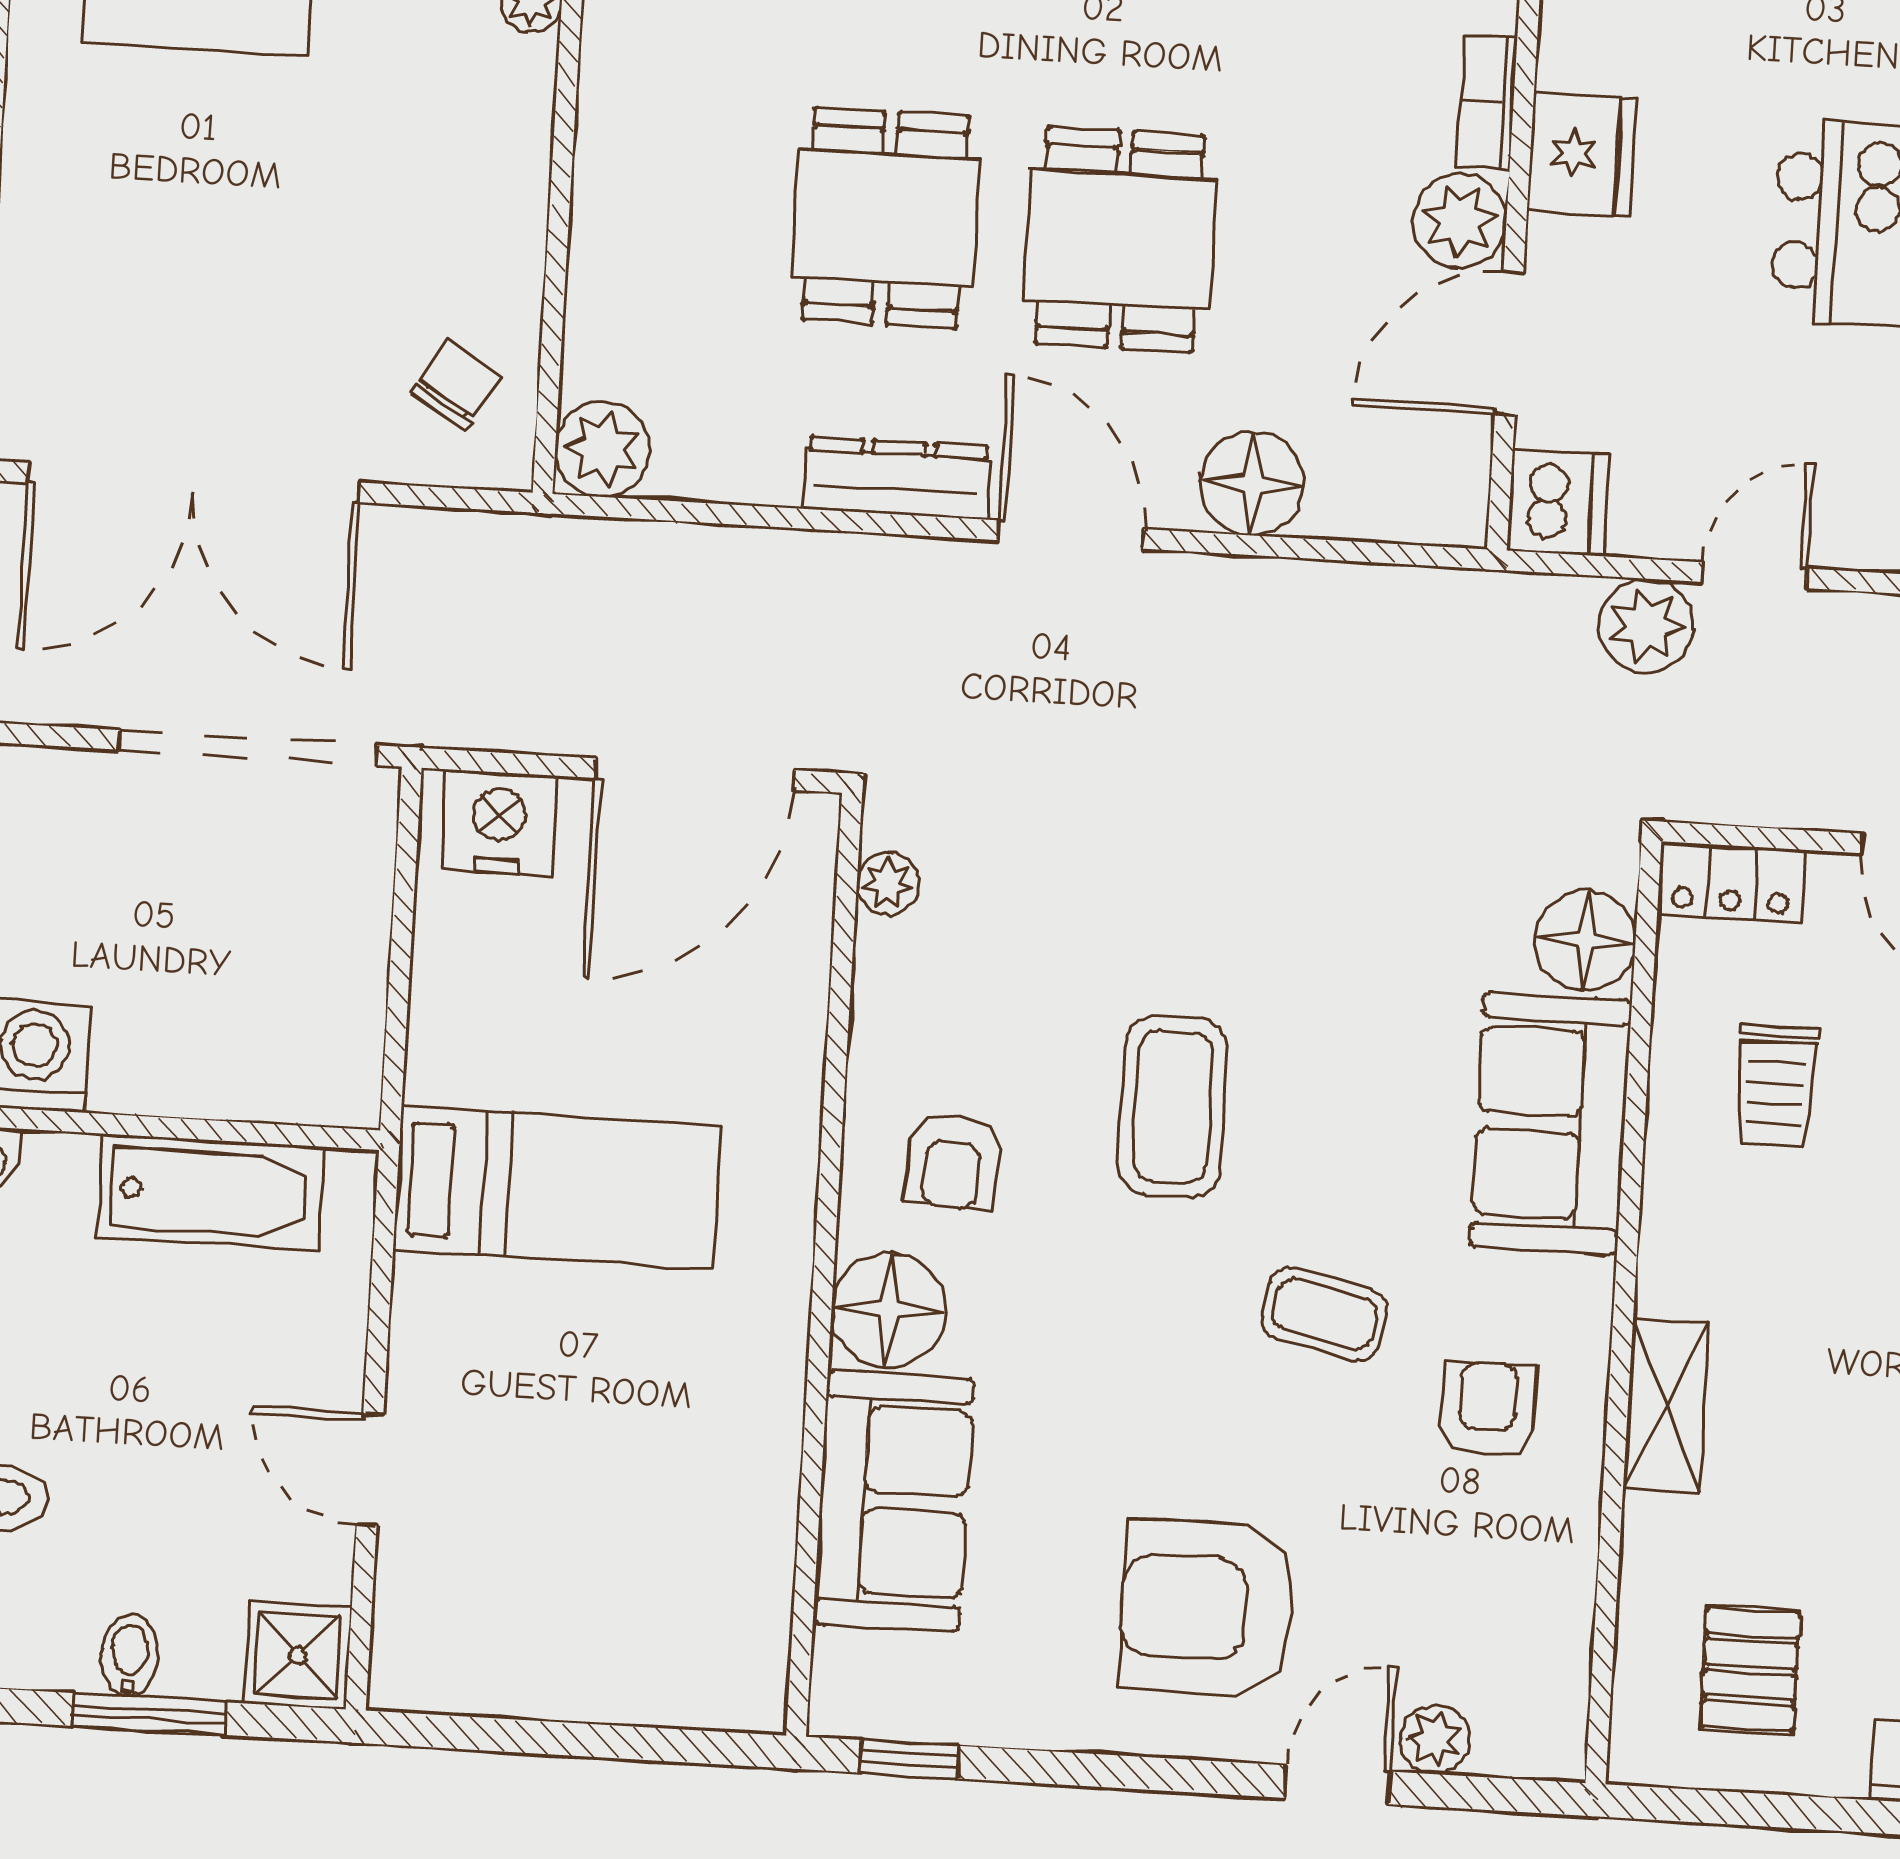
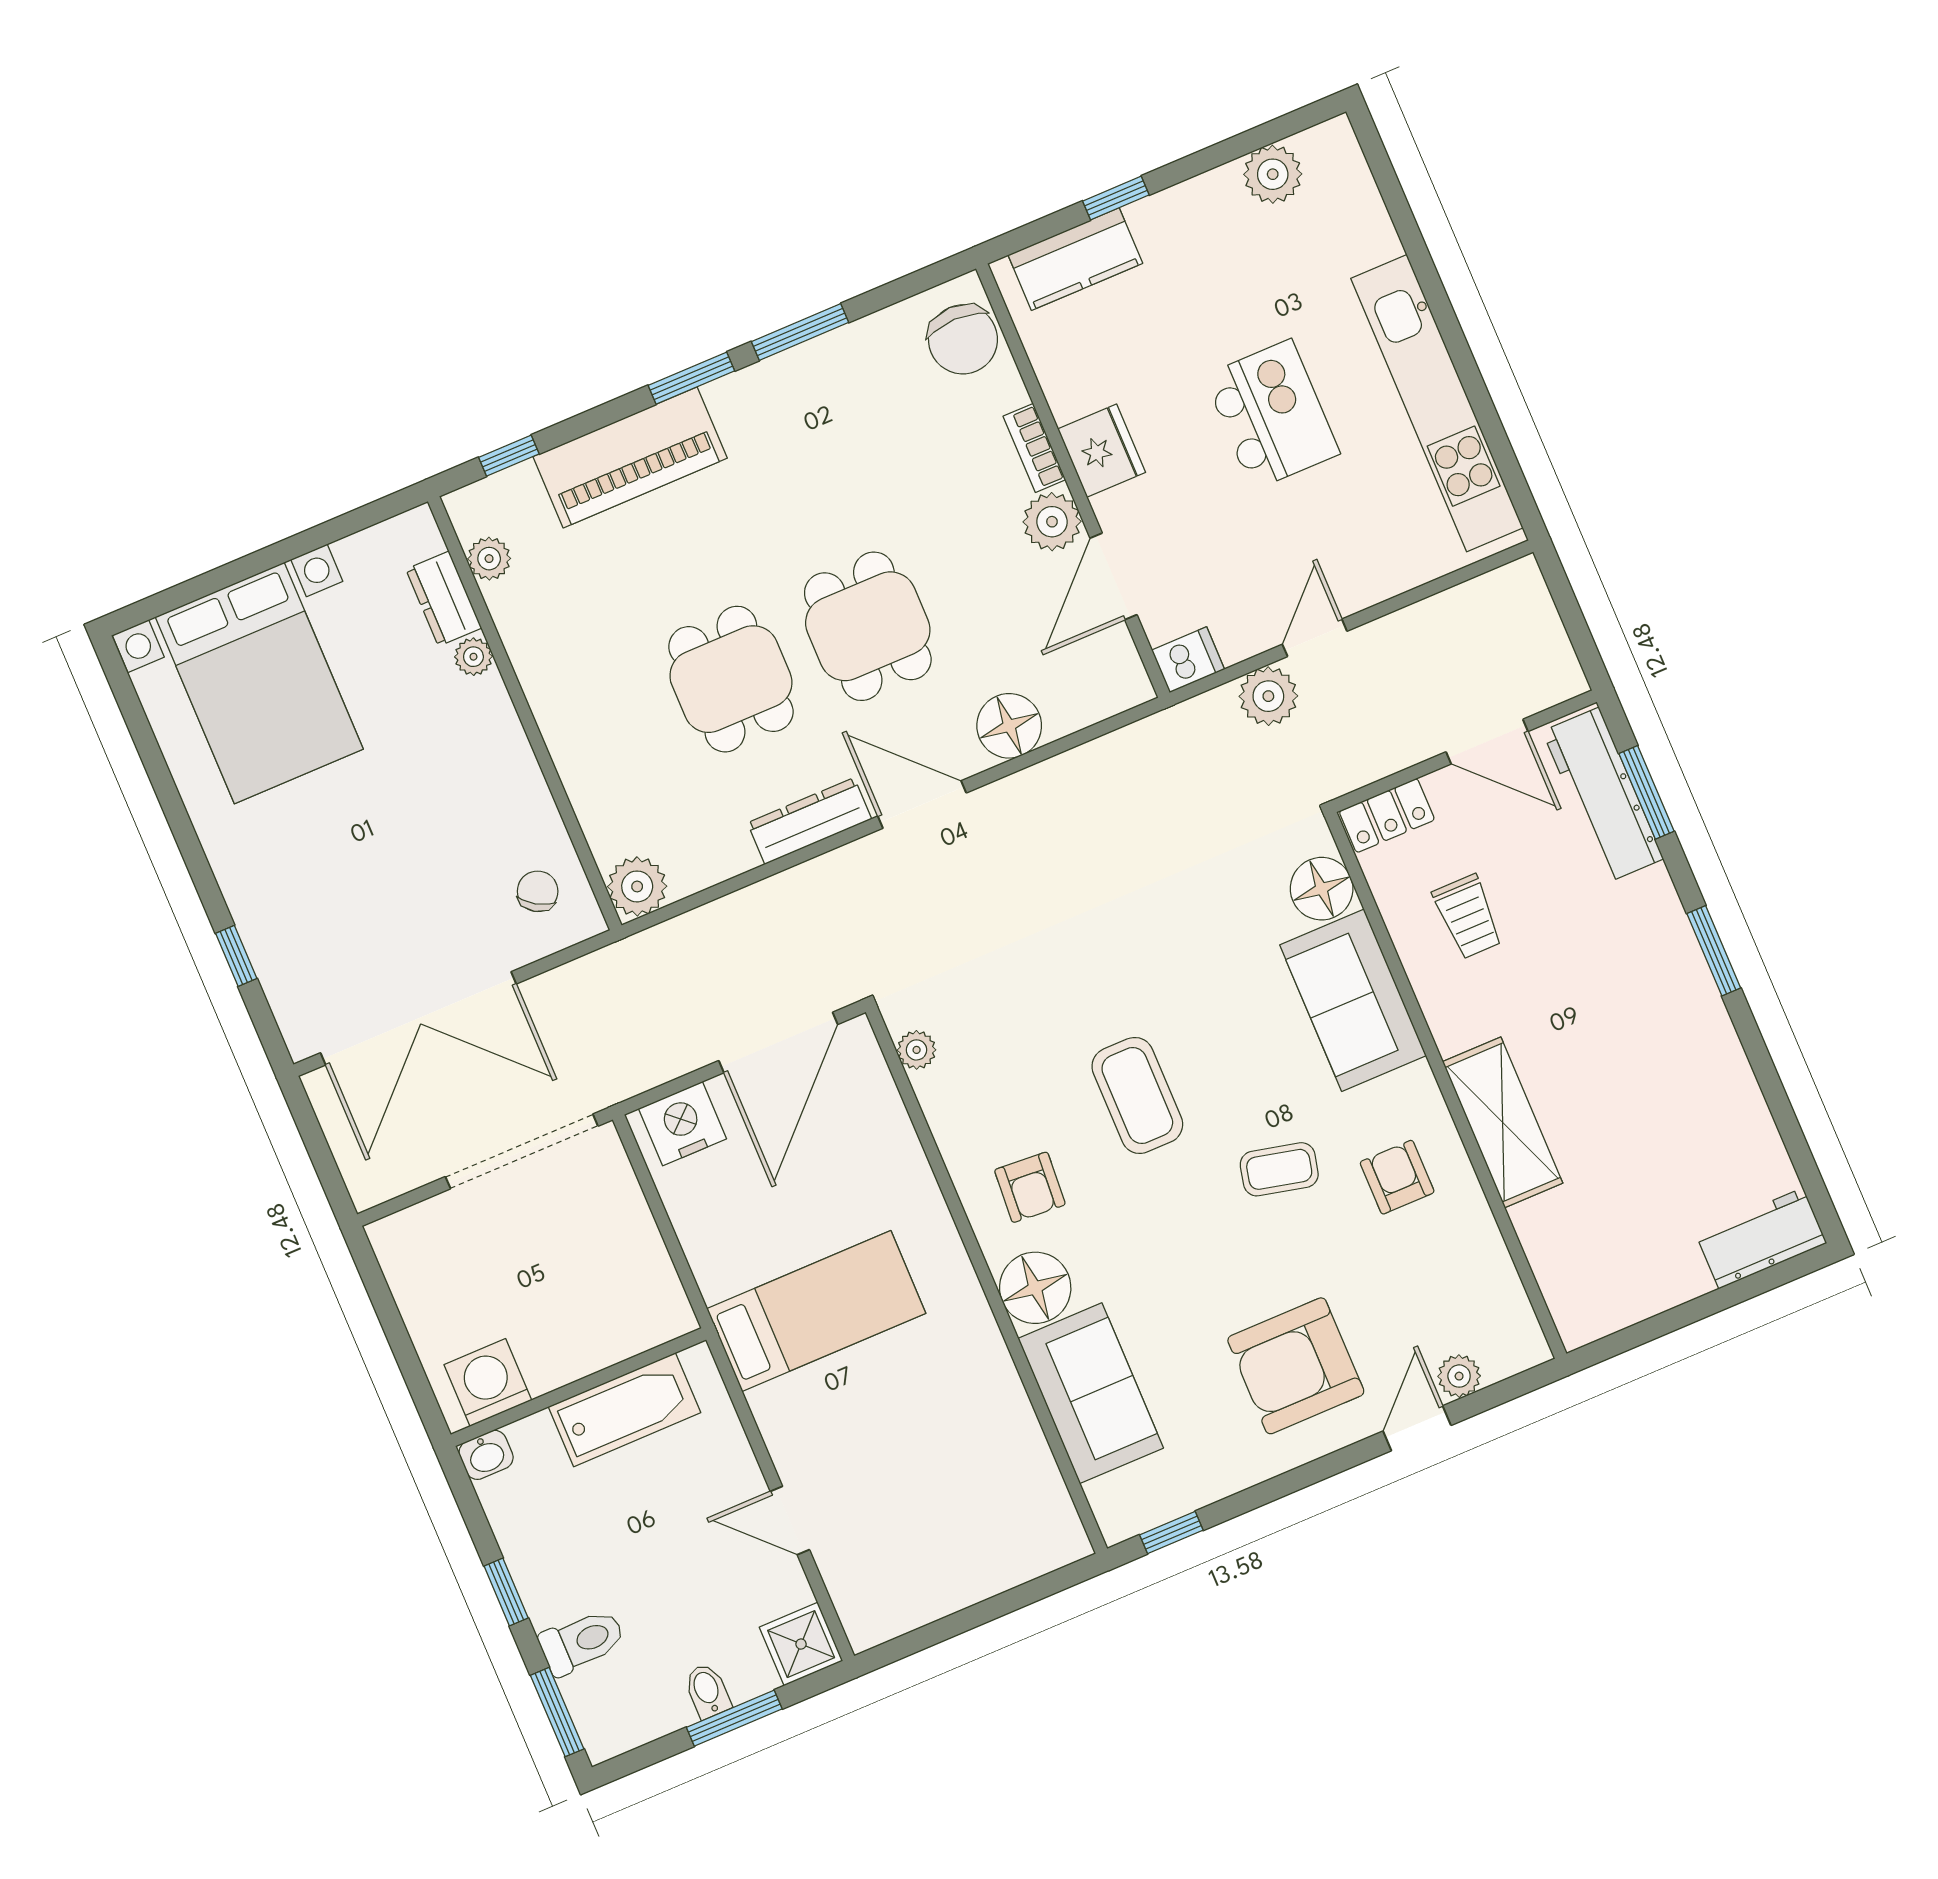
dishwasher: (1558, 502) -> (1188, 660), width x0.73
shelving: (1666, 1405) -> (1503, 1122), width x1.50, depth x1.33
pallet: (1750, 1670) -> (1615, 1250), removed

